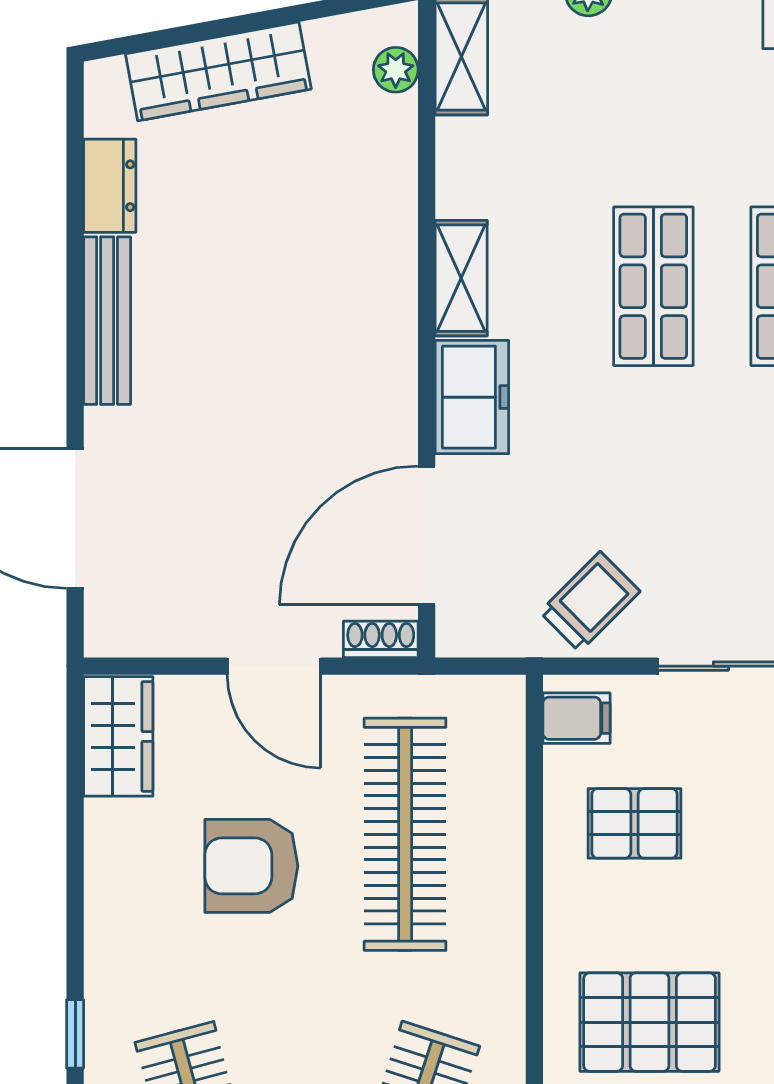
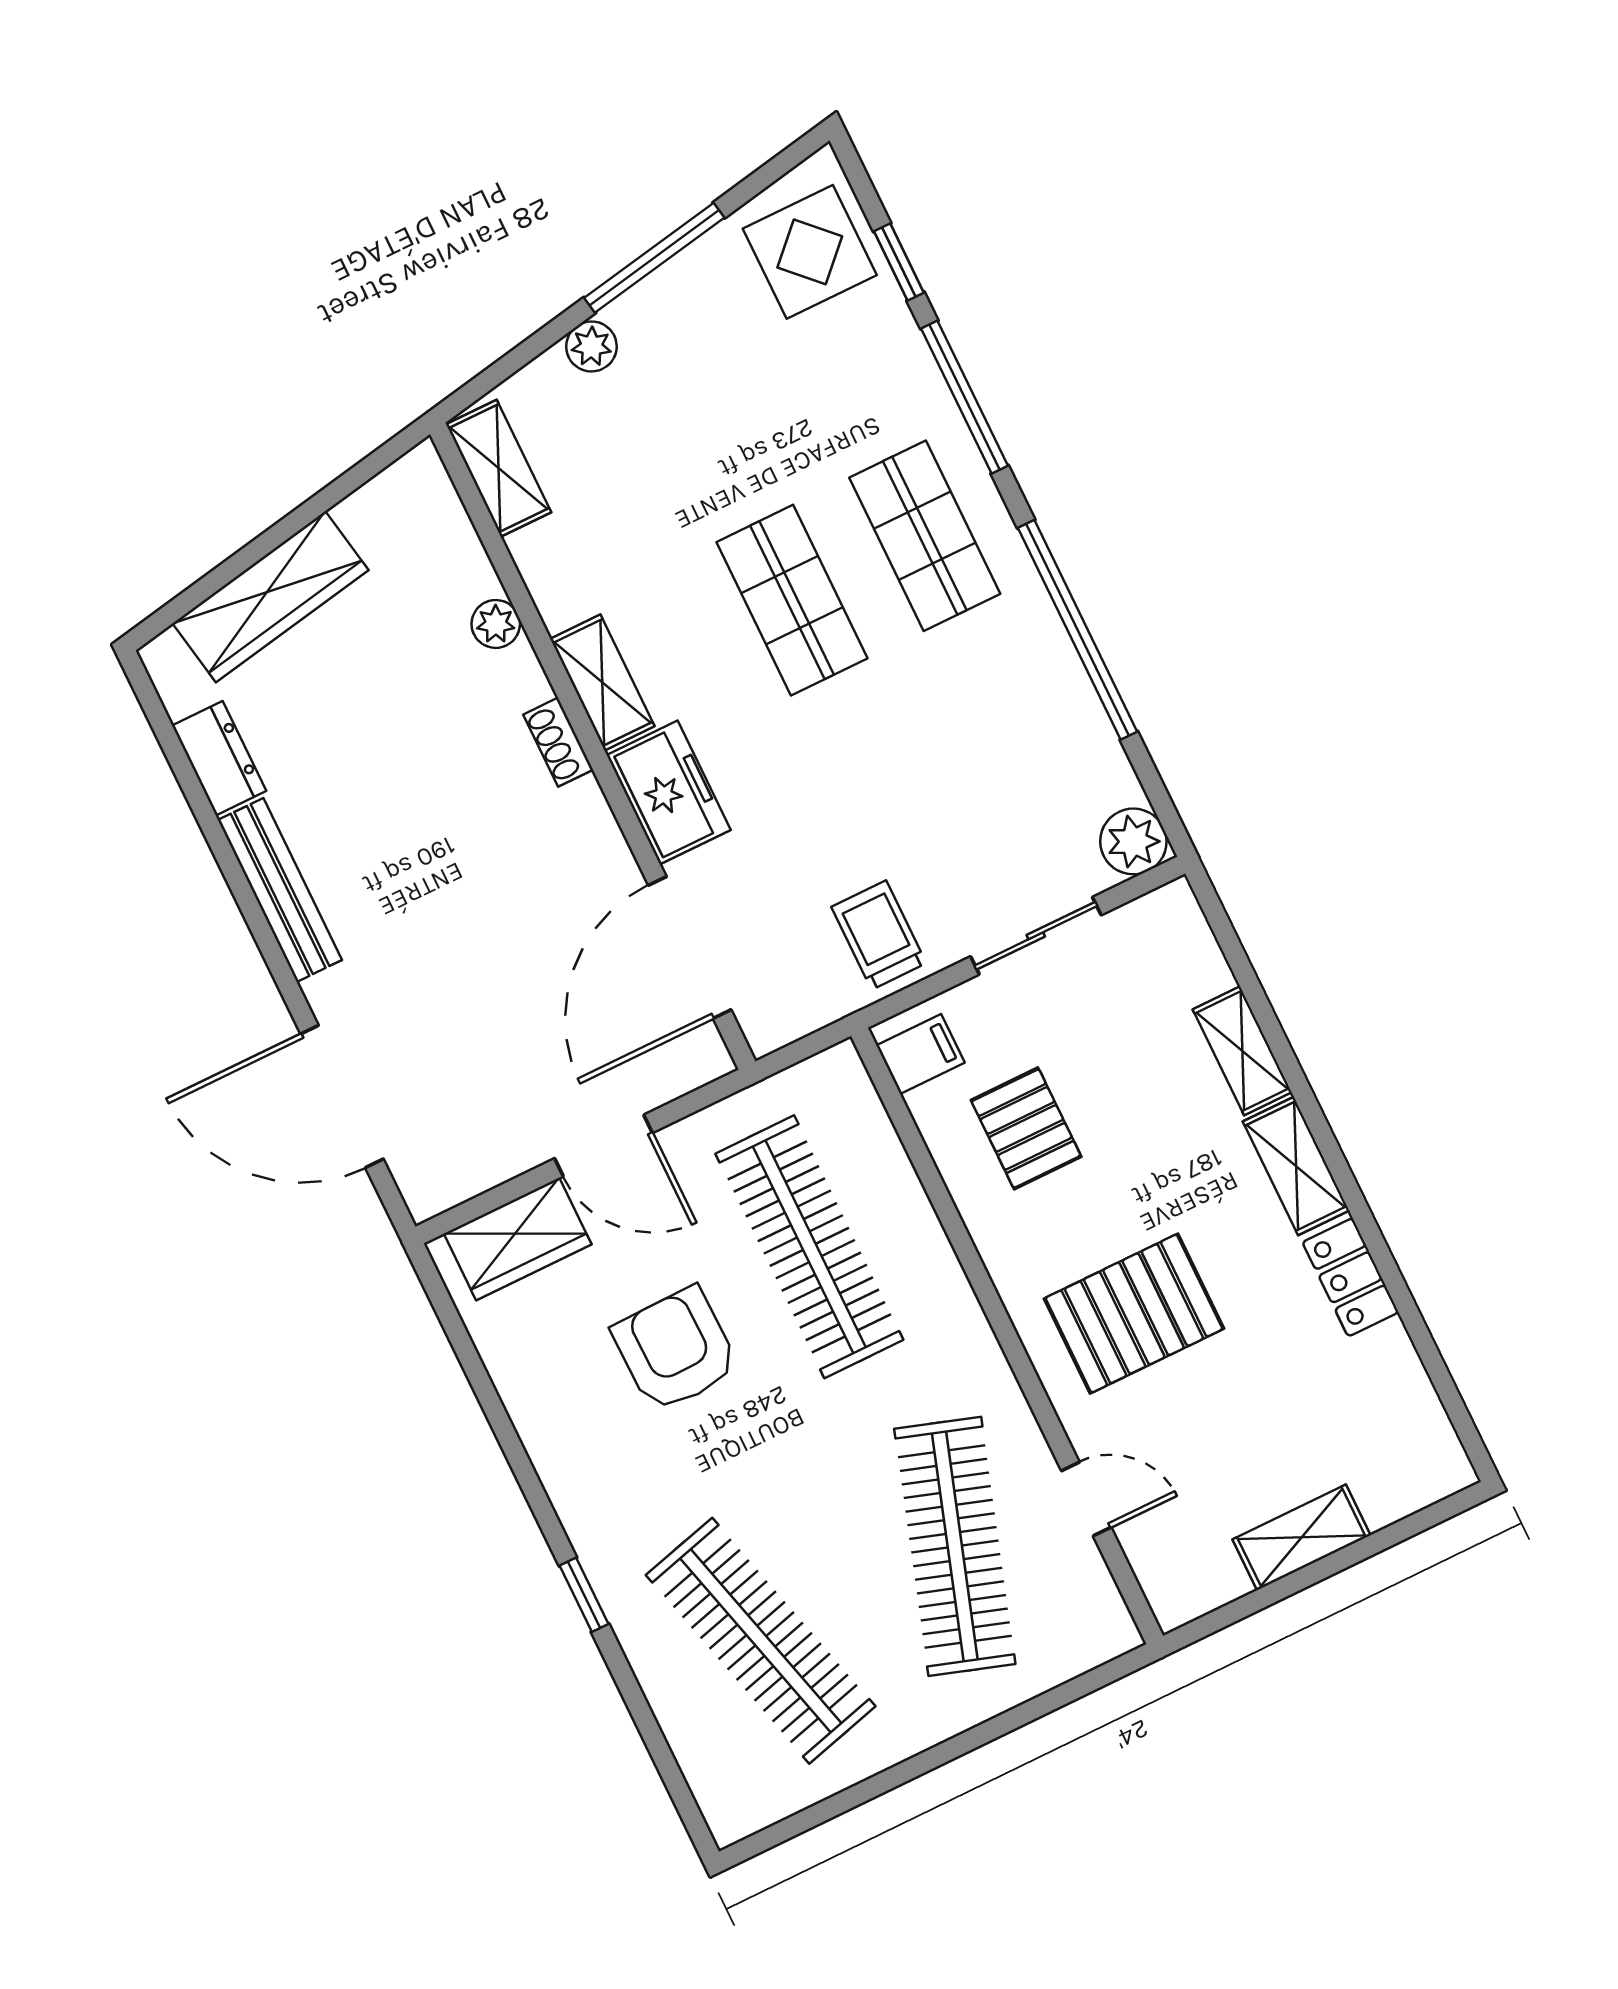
plant: (396, 70) -> (496, 624), moved
trolley: (590, 602) -> (879, 935), turned -45
shoe rack: (381, 639) -> (558, 742), moved, turned -90
wardrobe: (118, 736) -> (518, 1239), moved, turned 90
pallet: (635, 823) -> (1026, 1128), turned 90
armchair: (251, 866) -> (675, 1350), turned 89

